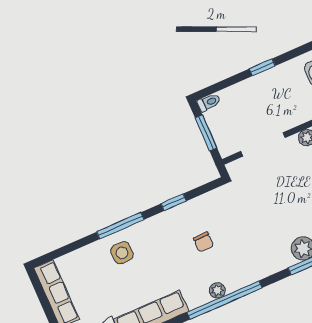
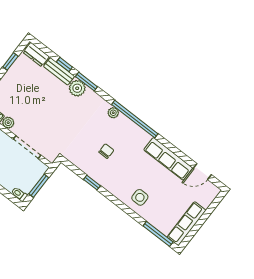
window: (120, 226) -> (158, 234), moved
plant: (217, 290) -> (113, 113), moved

